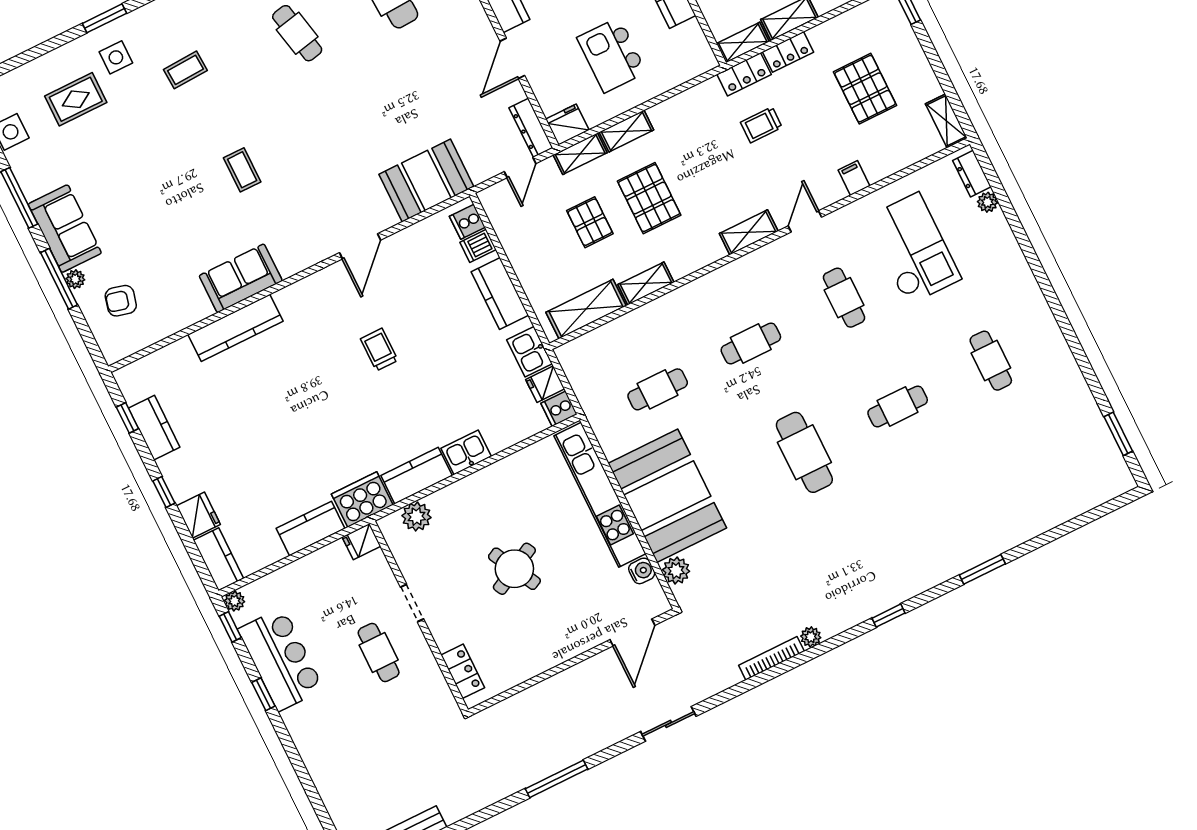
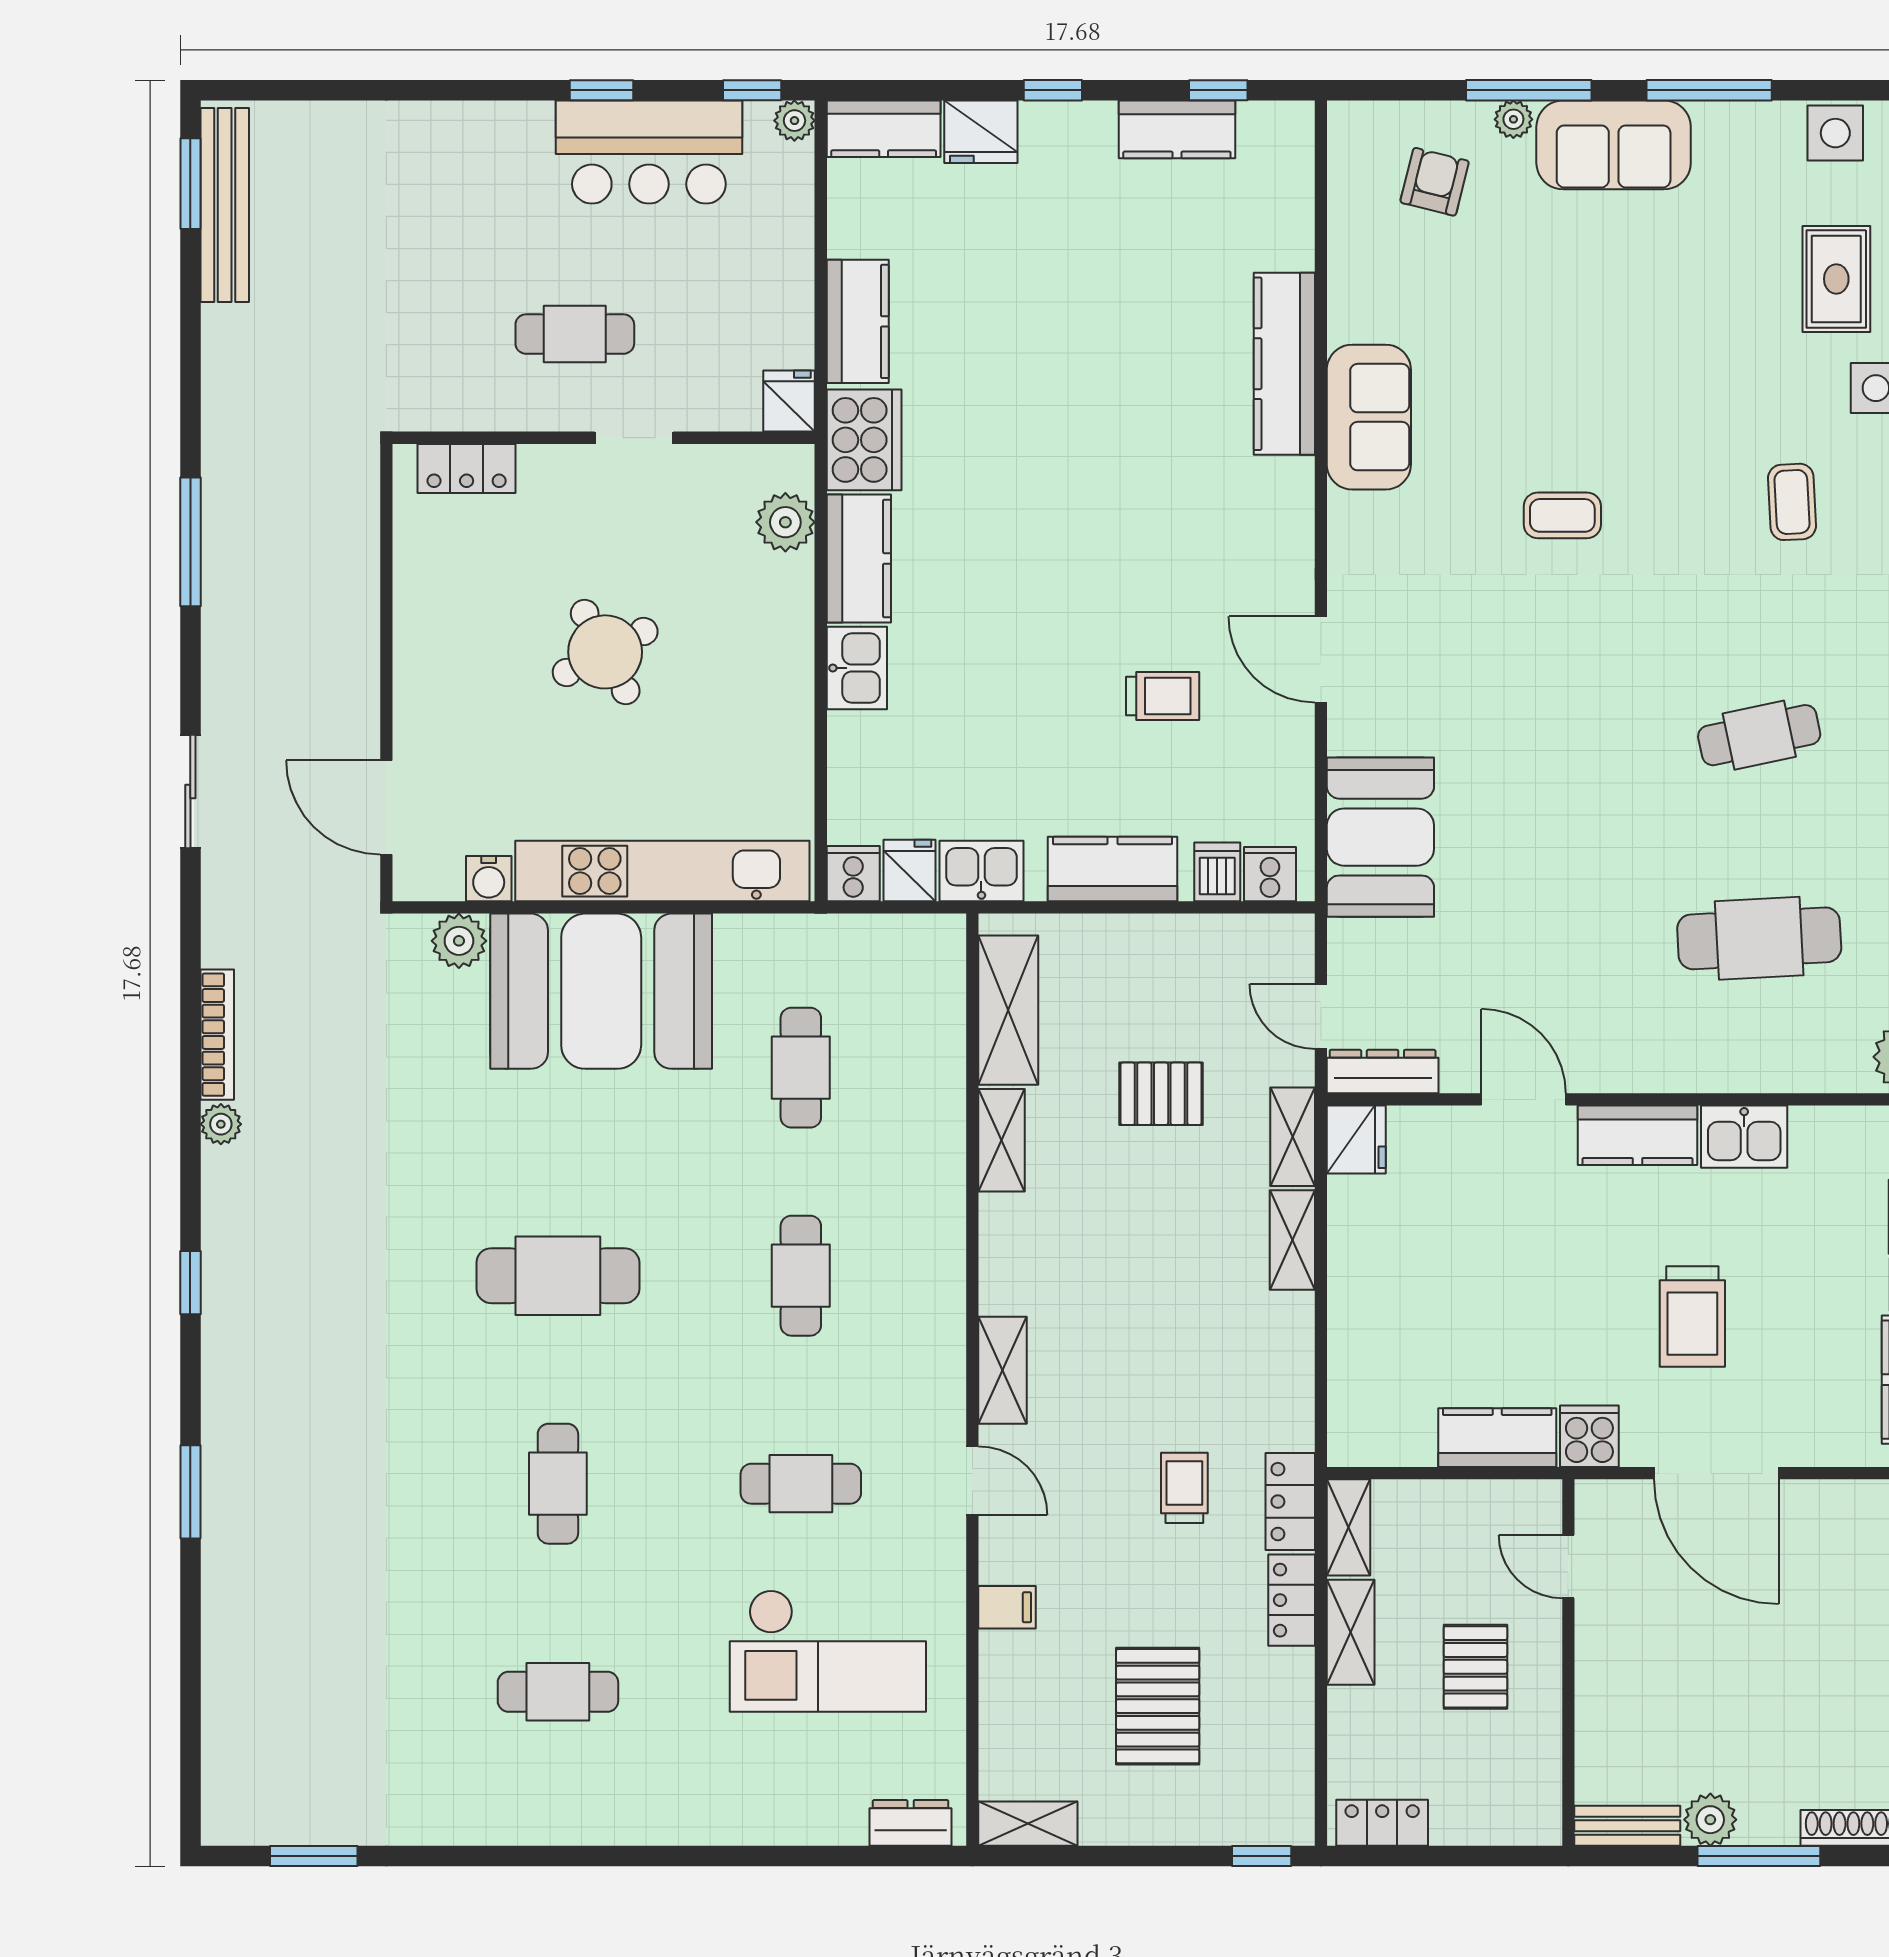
kitchen island: (612, 55) -> (1442, 1281), removed
pallet: (865, 89) -> (1158, 1706), turned 90
pallet: (649, 198) -> (1152, 1222), removed
plant: (987, 202) -> (845, 1826), removed
trolley: (379, 350) -> (1163, 696), moved

